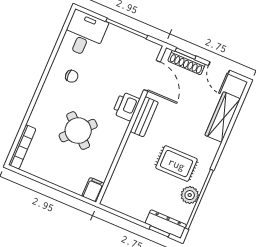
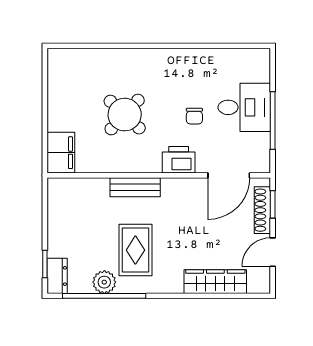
desk: (84, 34) -> (244, 107), moved
chair: (72, 76) -> (194, 116), moved
bench: (144, 117) -> (135, 187), moved
bookcase: (22, 147) -> (76, 56), removed
filing cabinet: (93, 190) -> (61, 153), width x2.00
dresser: (166, 224) -> (57, 276), width x0.70

